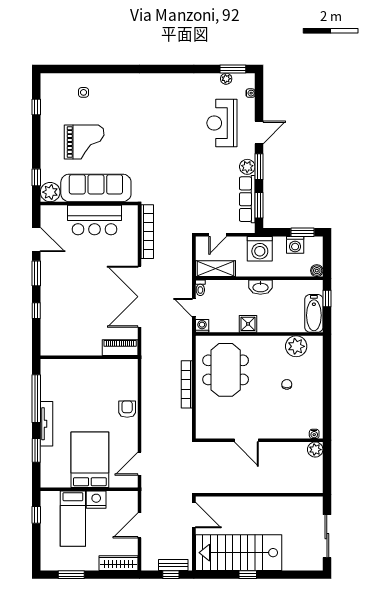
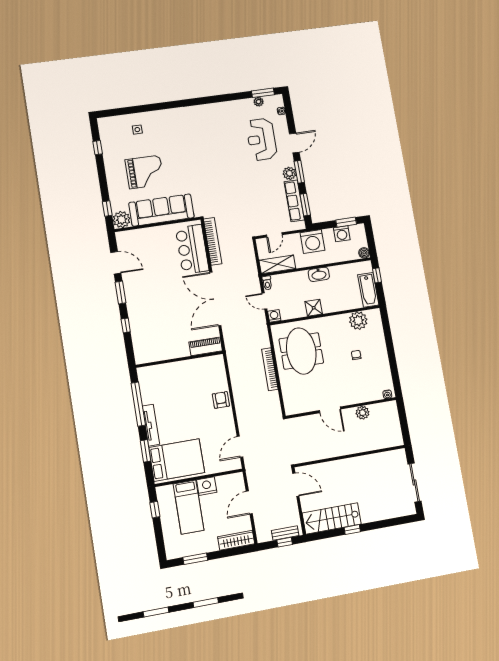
bar counter: (95, 220) -> (192, 249), moved, turned 90
plant: (315, 450) -> (363, 413), moved
bed: (90, 460) -> (177, 460), moved, turned 90
stairs: (239, 553) -> (332, 518), width x0.73, depth x0.66

